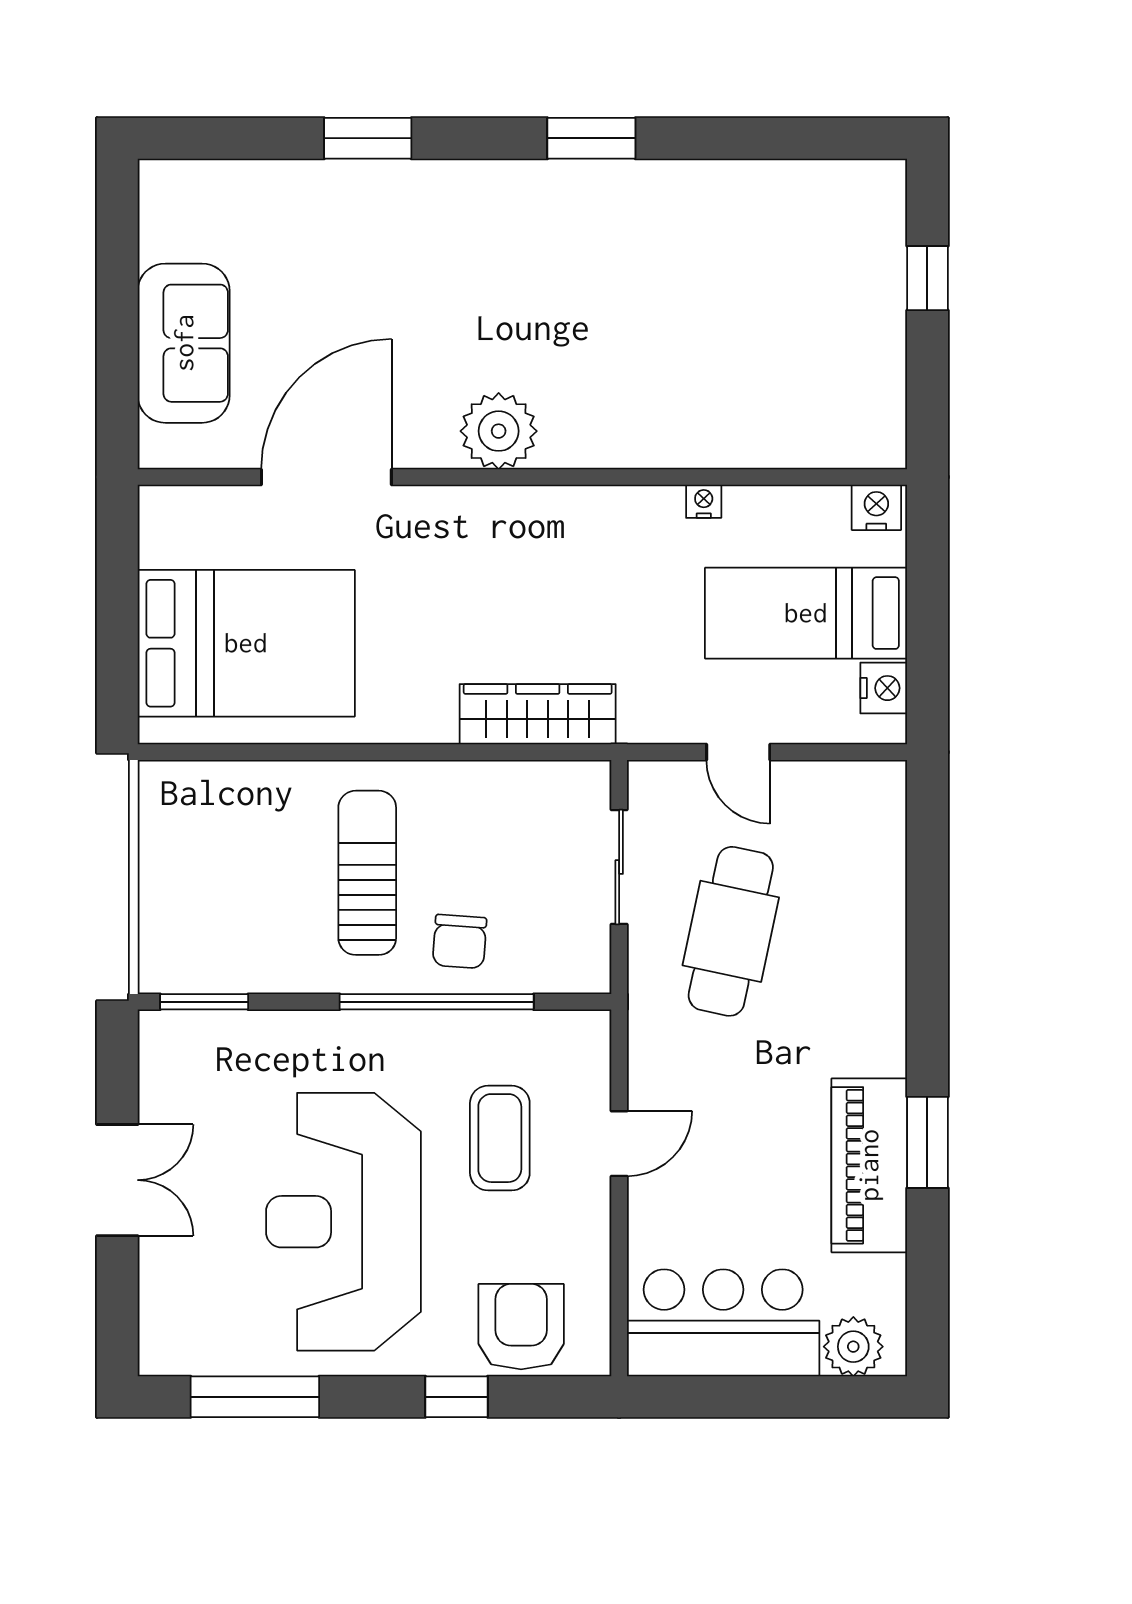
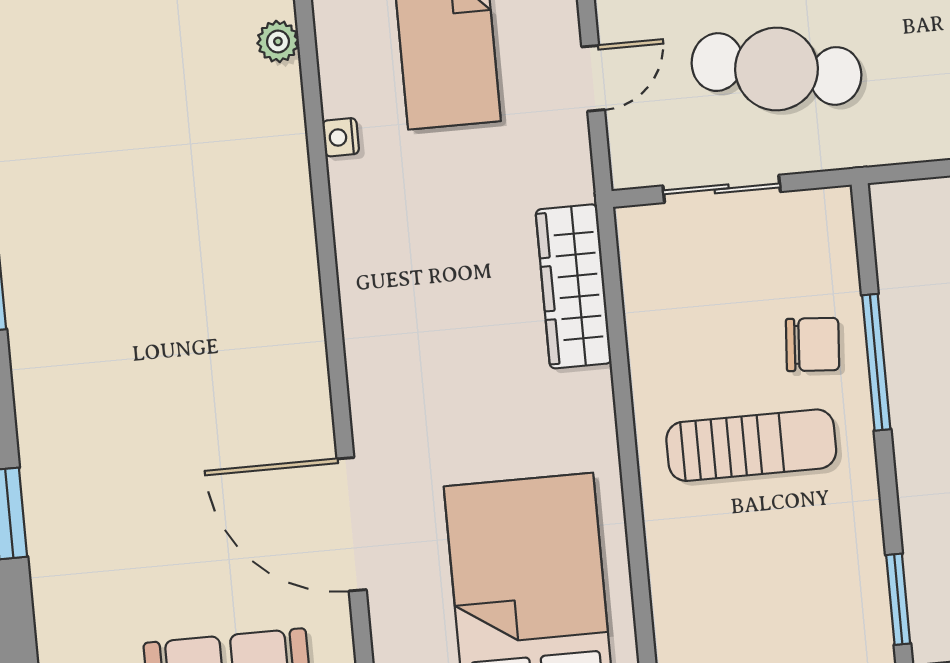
plant: (499, 431) -> (278, 41), moved, width x0.53, depth x0.53
sun lounger: (367, 873) -> (751, 445), turned 180
window: (437, 1002) -> (876, 362), width x0.68

